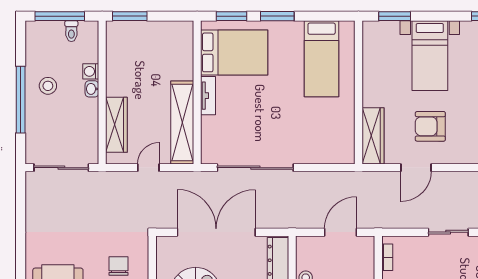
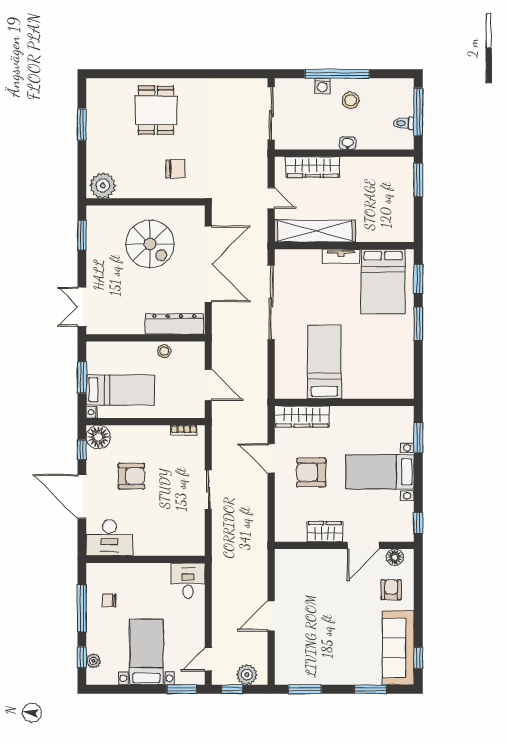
bed: (322, 59) -> (324, 362), moved, turned 90
washing machine: (91, 71) -> (322, 86), moved, turned 180
armchair: (430, 126) -> (311, 472), turned -90

